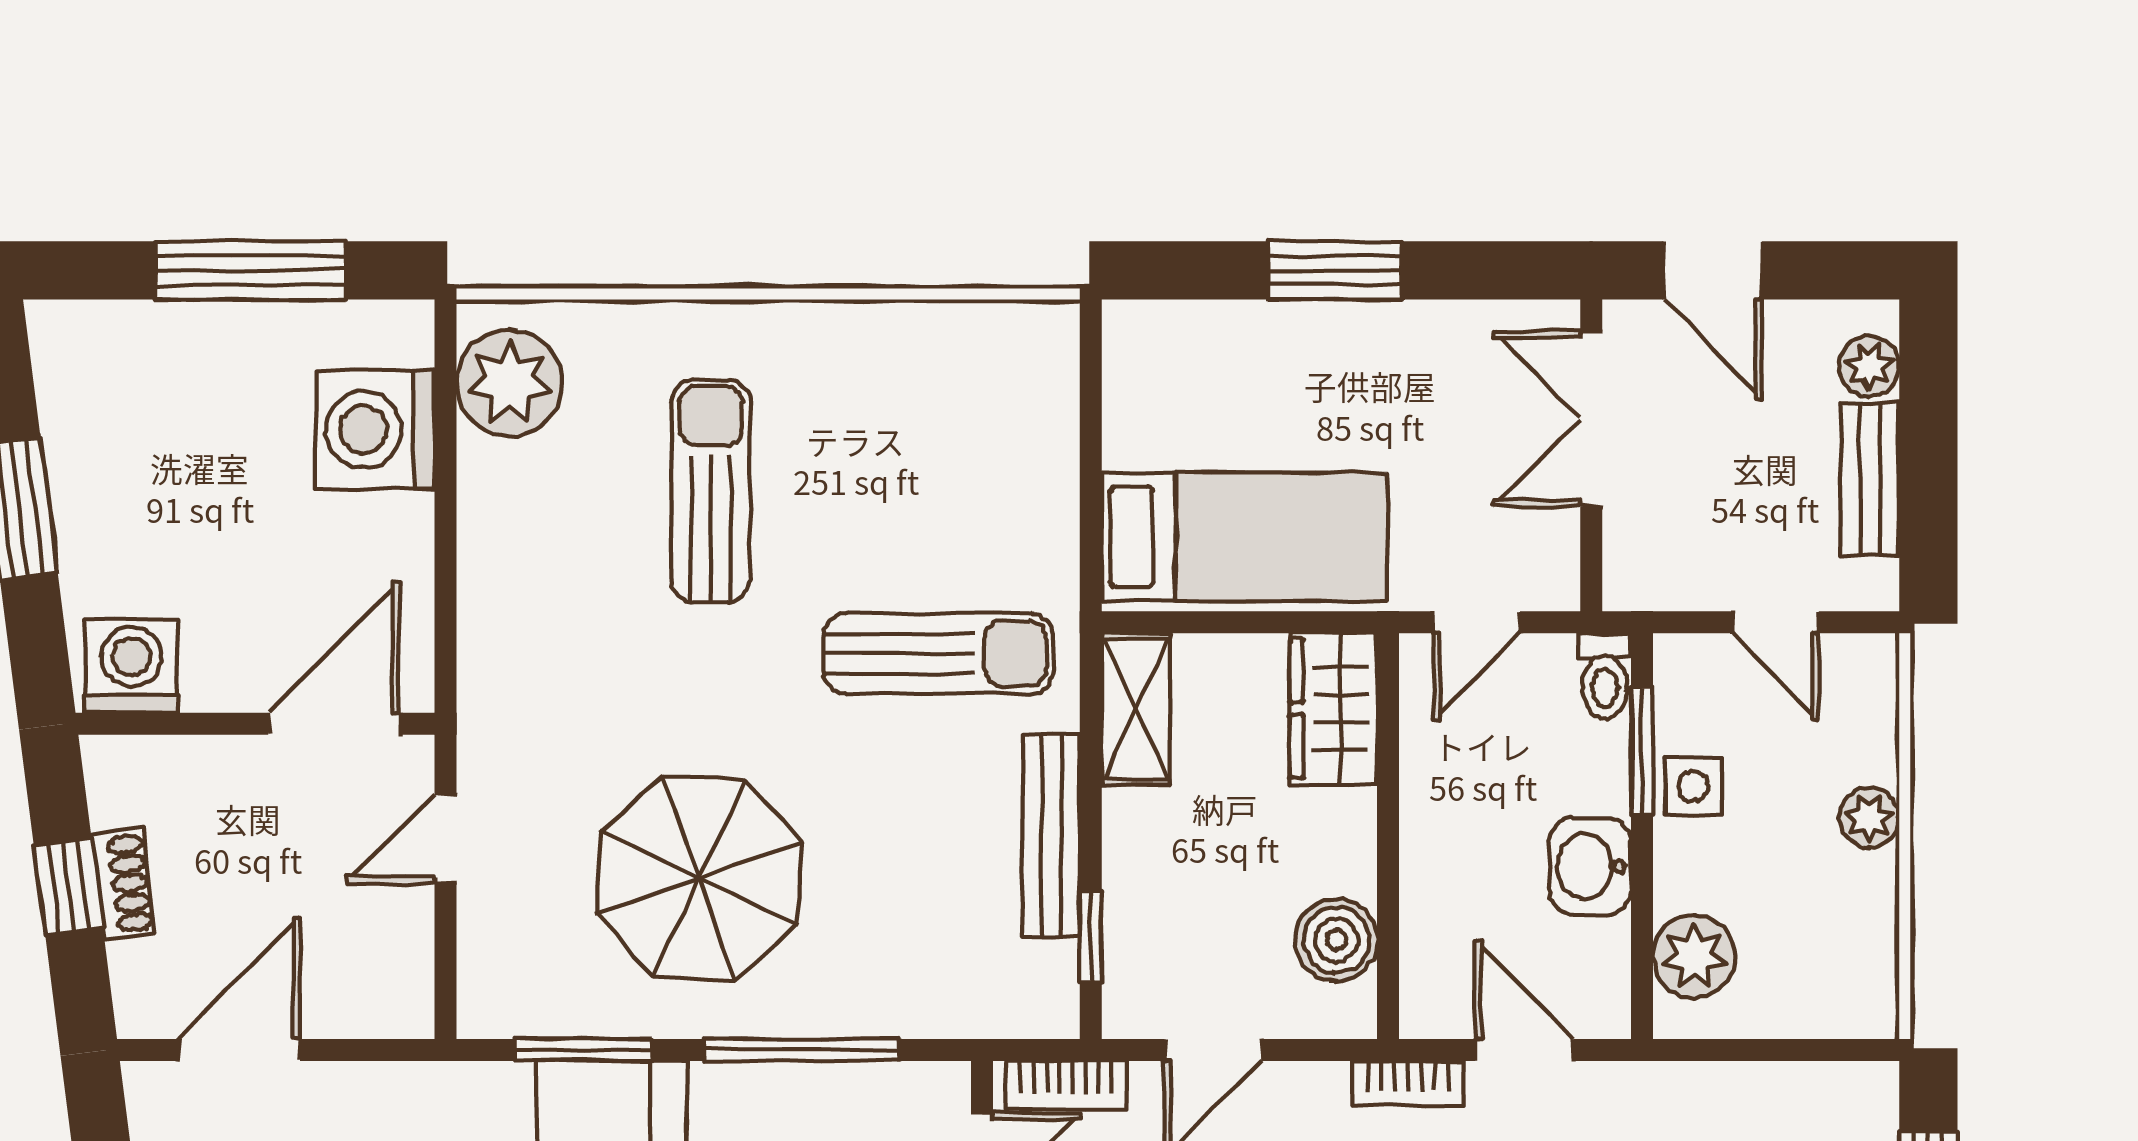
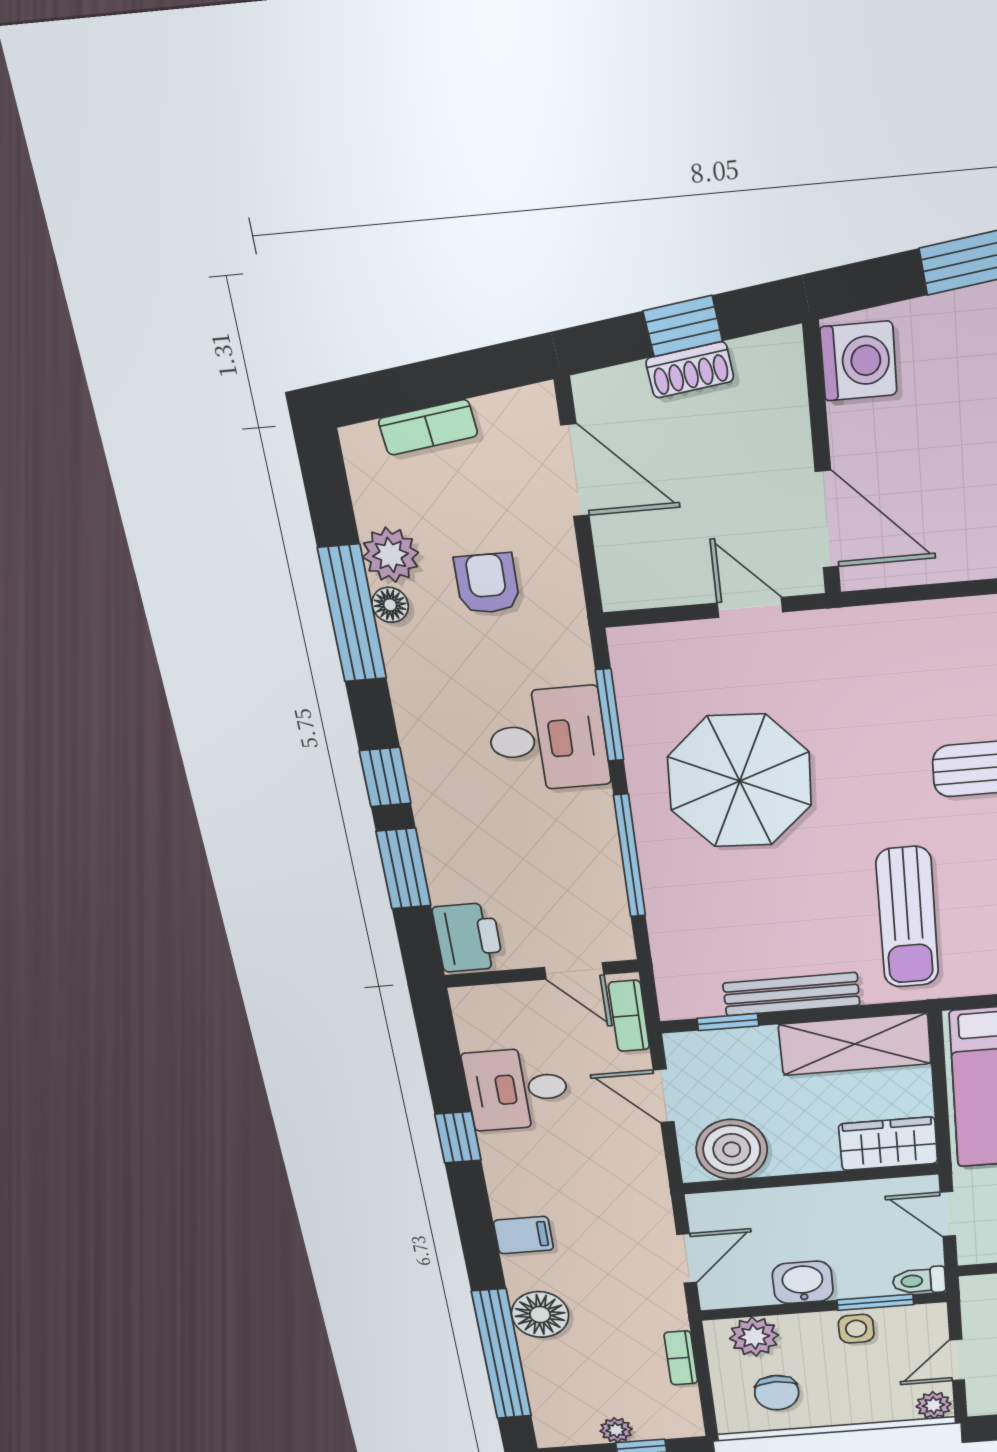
shelving: (1136, 709) -> (855, 1044), width x1.50, depth x1.33
plant: (1869, 818) -> (934, 1405), moved
chair: (1816, 930) -> (777, 1393), added
boiler: (1336, 940) -> (732, 1149), width x1.37, depth x1.37
bookcase: (1408, 1083) -> (681, 1358), moved

